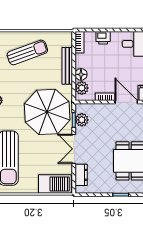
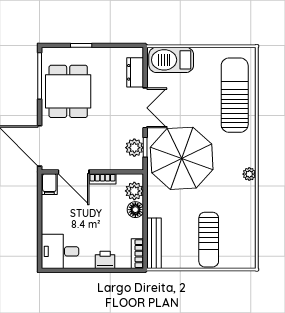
sun lounger: (27, 52) -> (209, 240), turned -70
bench: (67, 66) -> (154, 243), moved

